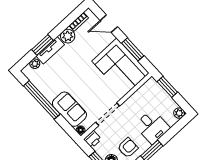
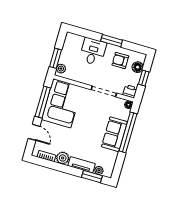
window: (42, 45) -> (92, 176), moved
window: (133, 49) -> (43, 102), width x1.44
window: (42, 100) -> (128, 132), moved
sofa: (69, 109) -> (114, 134), moved
plant: (179, 113) -> (61, 69), moved

